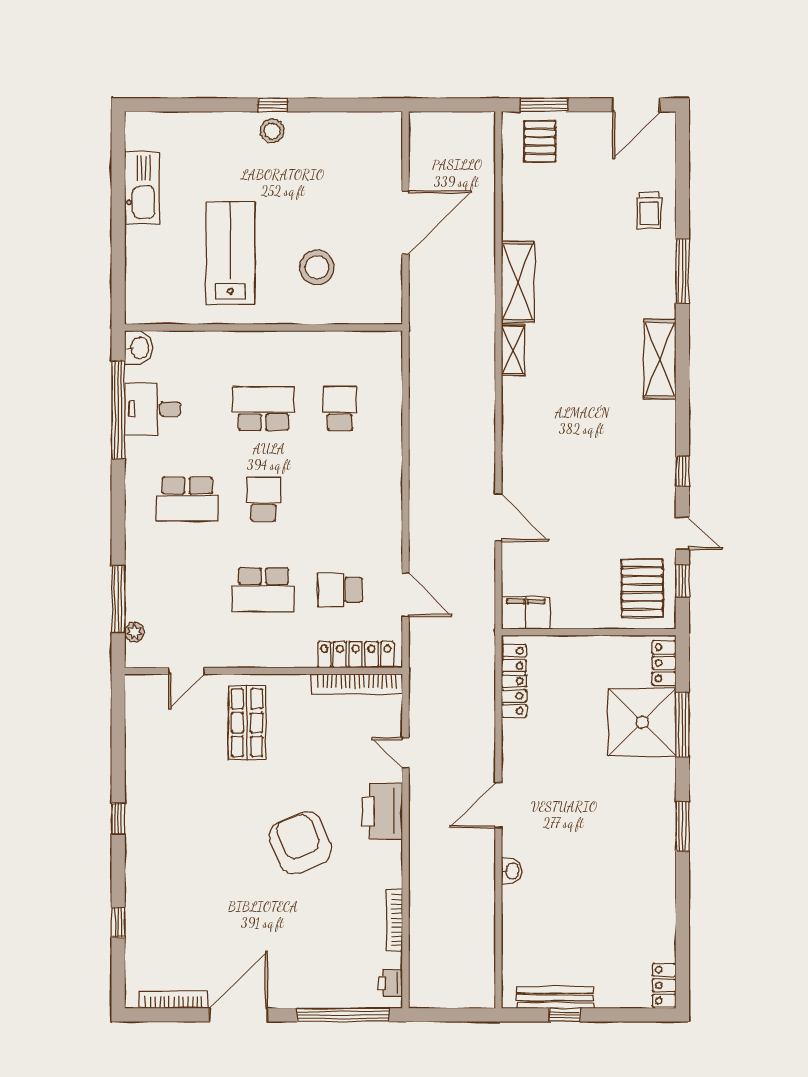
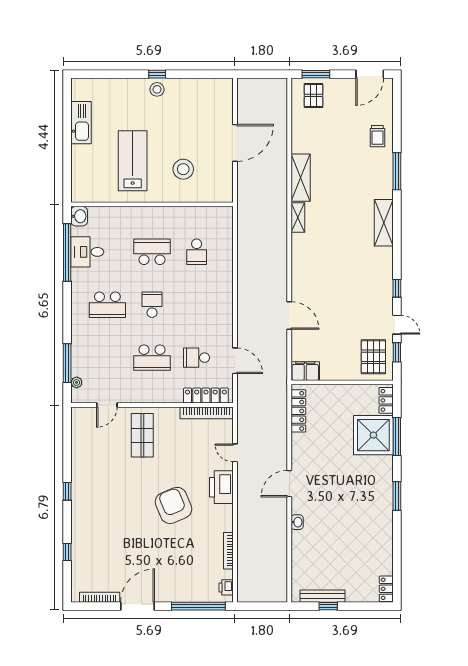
school desk: (340, 409) -> (197, 252), turned 180

